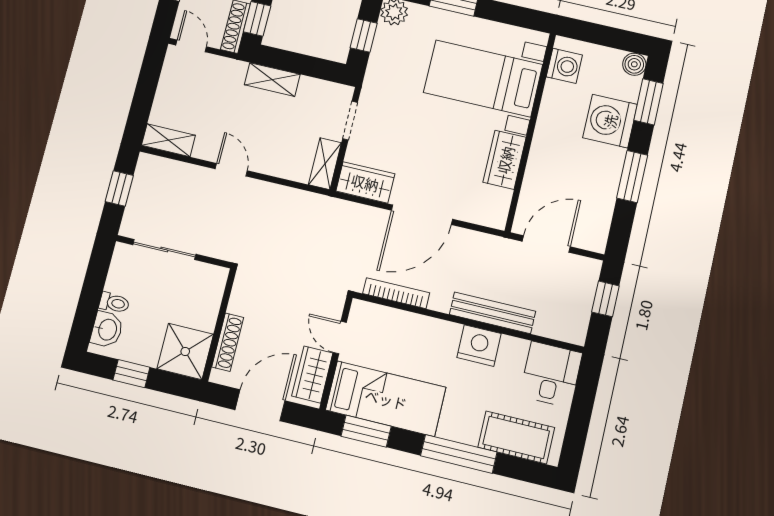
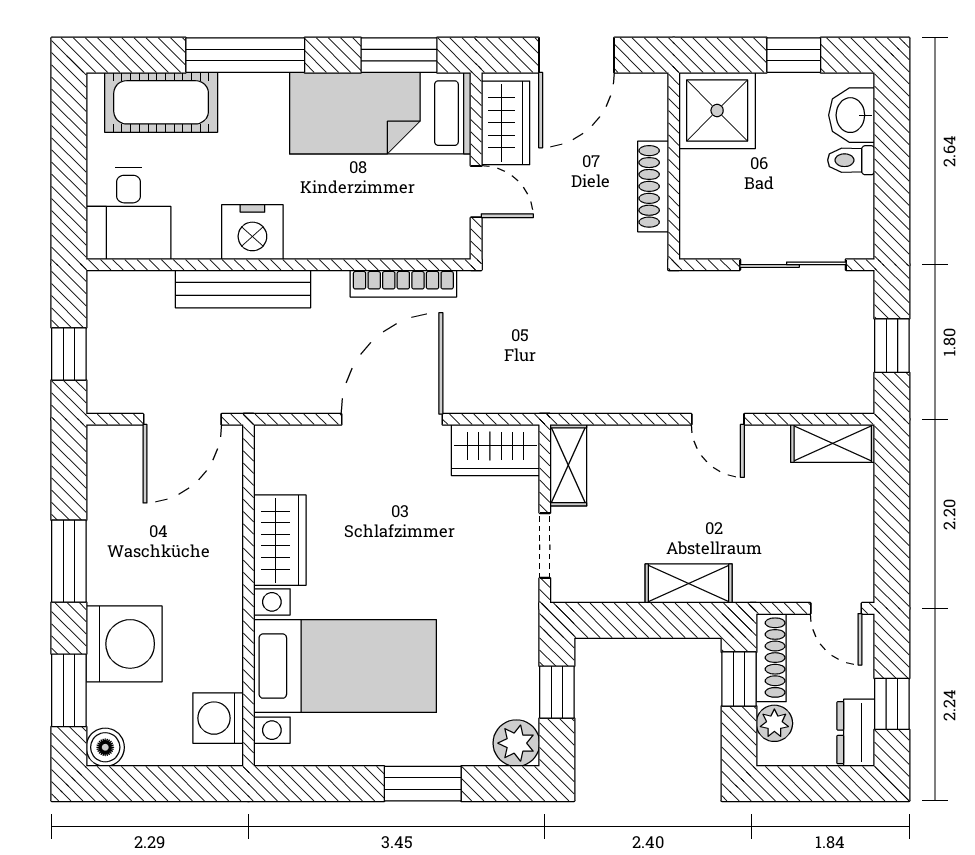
shoe rack: (228, 342) -> (653, 186), moved

